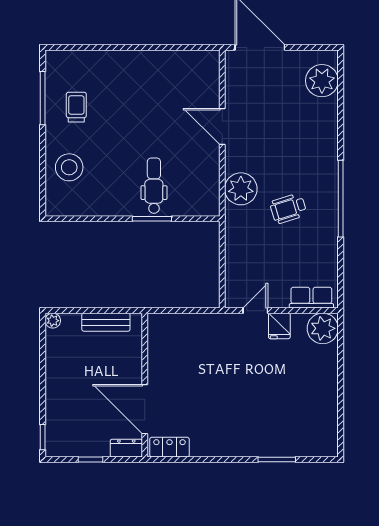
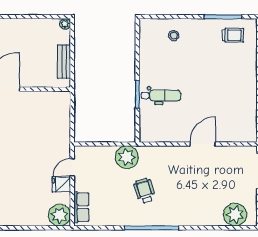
trolley: (76, 107) -> (233, 35), moved
stool: (69, 167) -> (174, 36), width x0.53, depth x0.53
plant: (241, 189) -> (127, 157), moved
door: (255, 311) -> (72, 167), swing flipped

